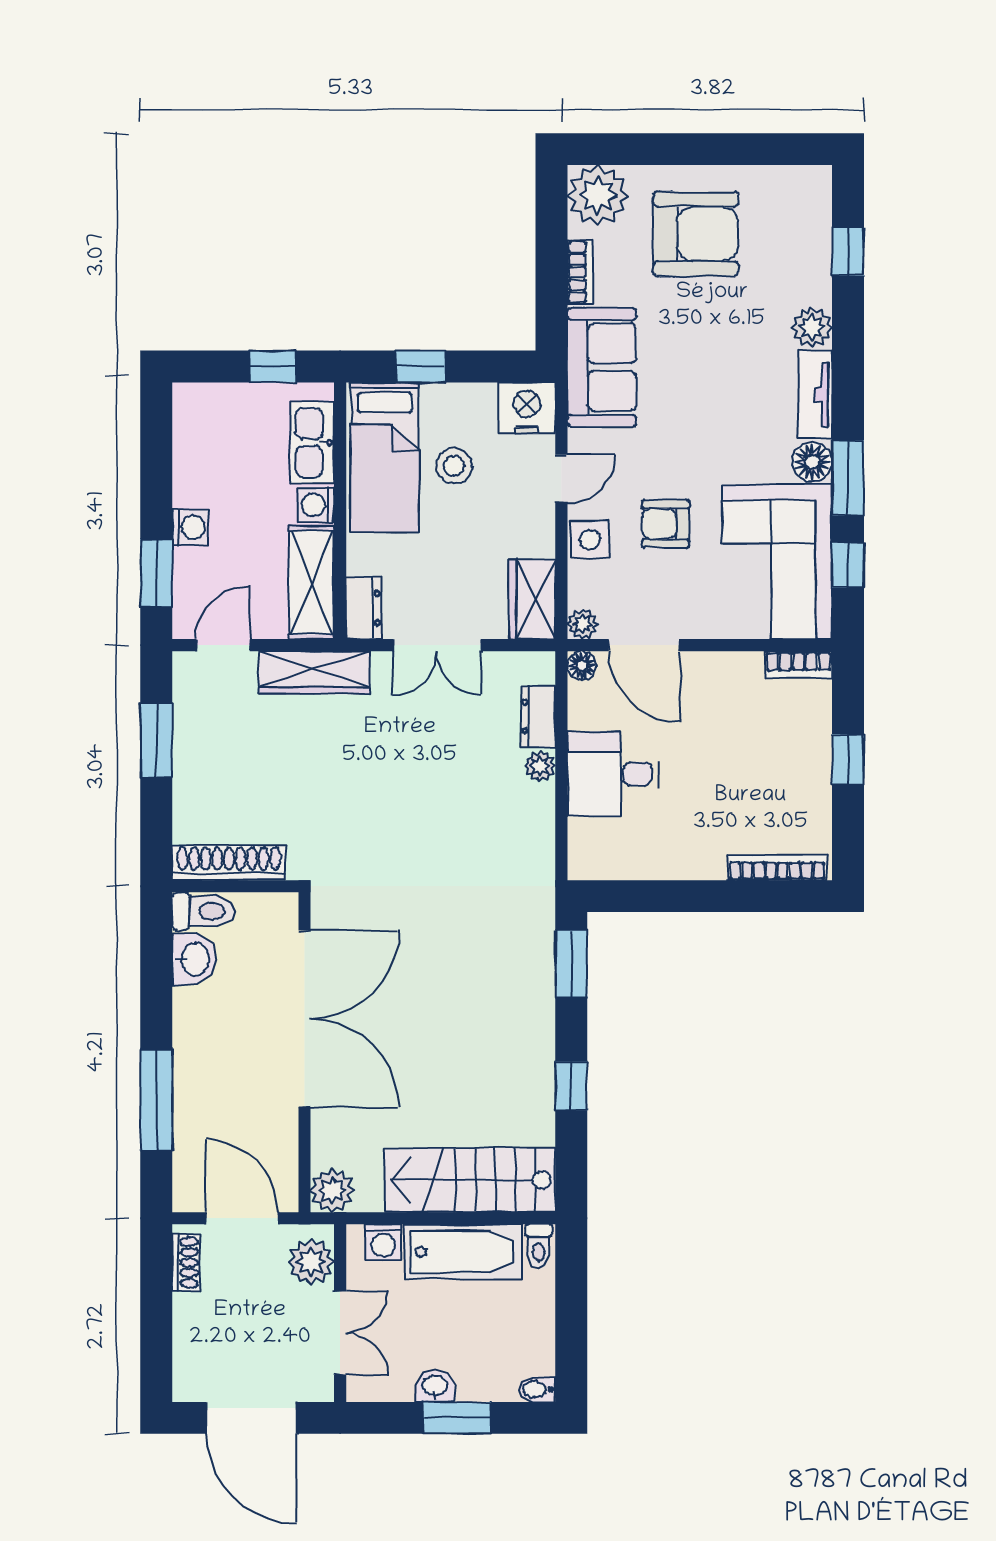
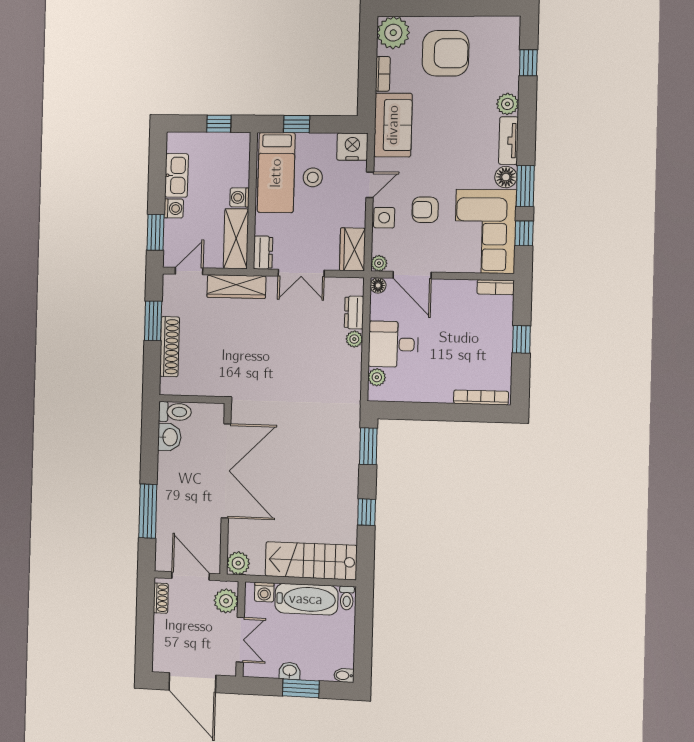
kitchen sink: (312, 443) -> (176, 175), moved, turned 180
plant: (584, 836) -> (377, 377), added
shoe rack: (229, 863) -> (170, 347), moved, turned 90

